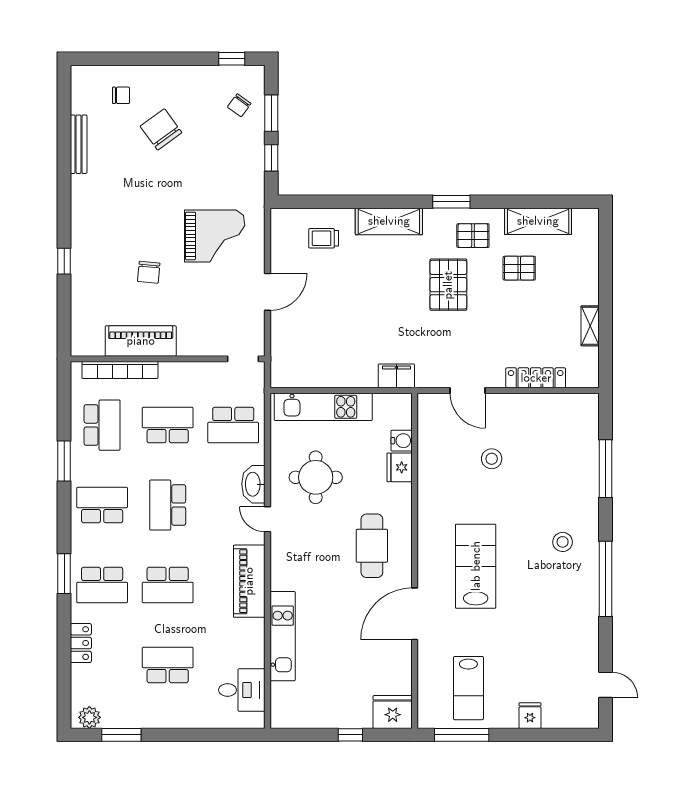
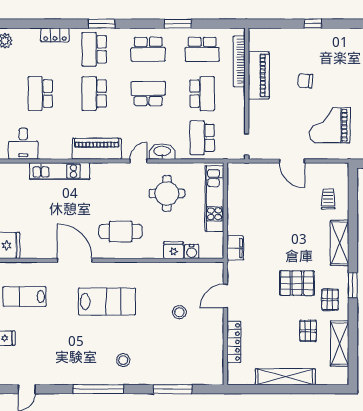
grand piano: (215, 236) -> (330, 125), turned 90
shelving: (590, 326) -> (285, 377), width x2.20, depth x1.33
school desk: (102, 505) -> (148, 49), turned 90
school desk: (168, 665) -> (40, 94), turned 180

